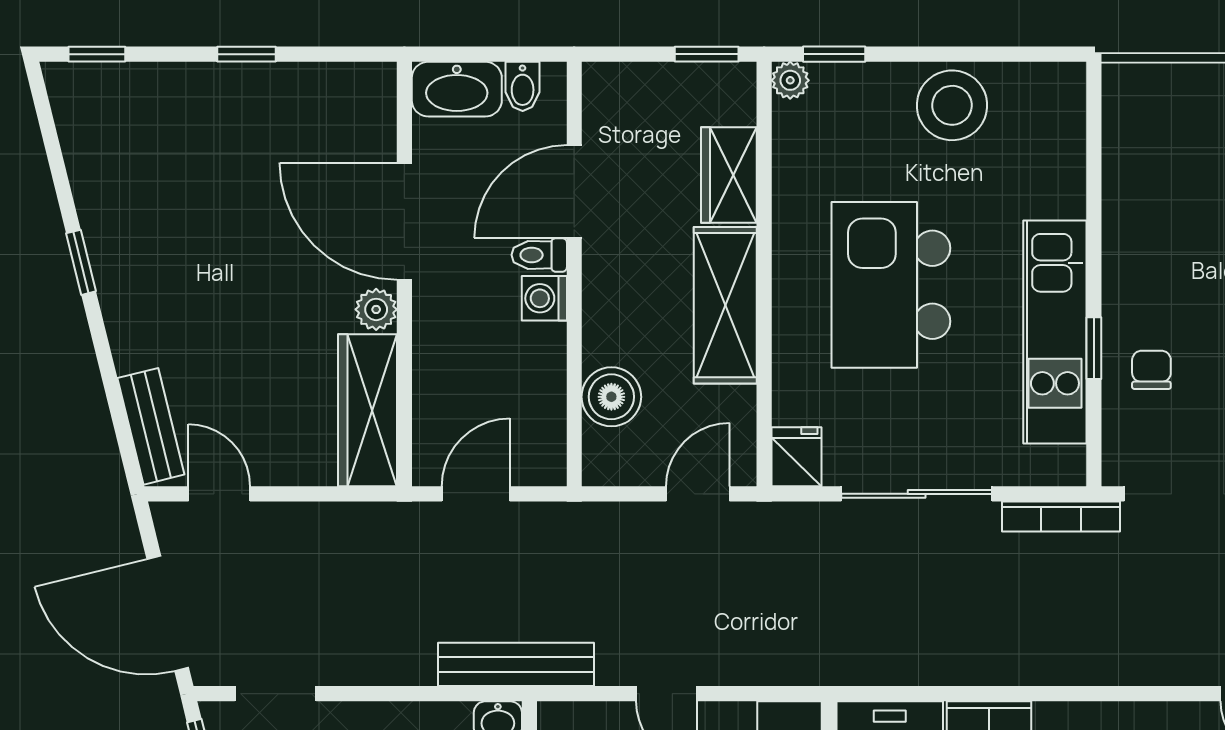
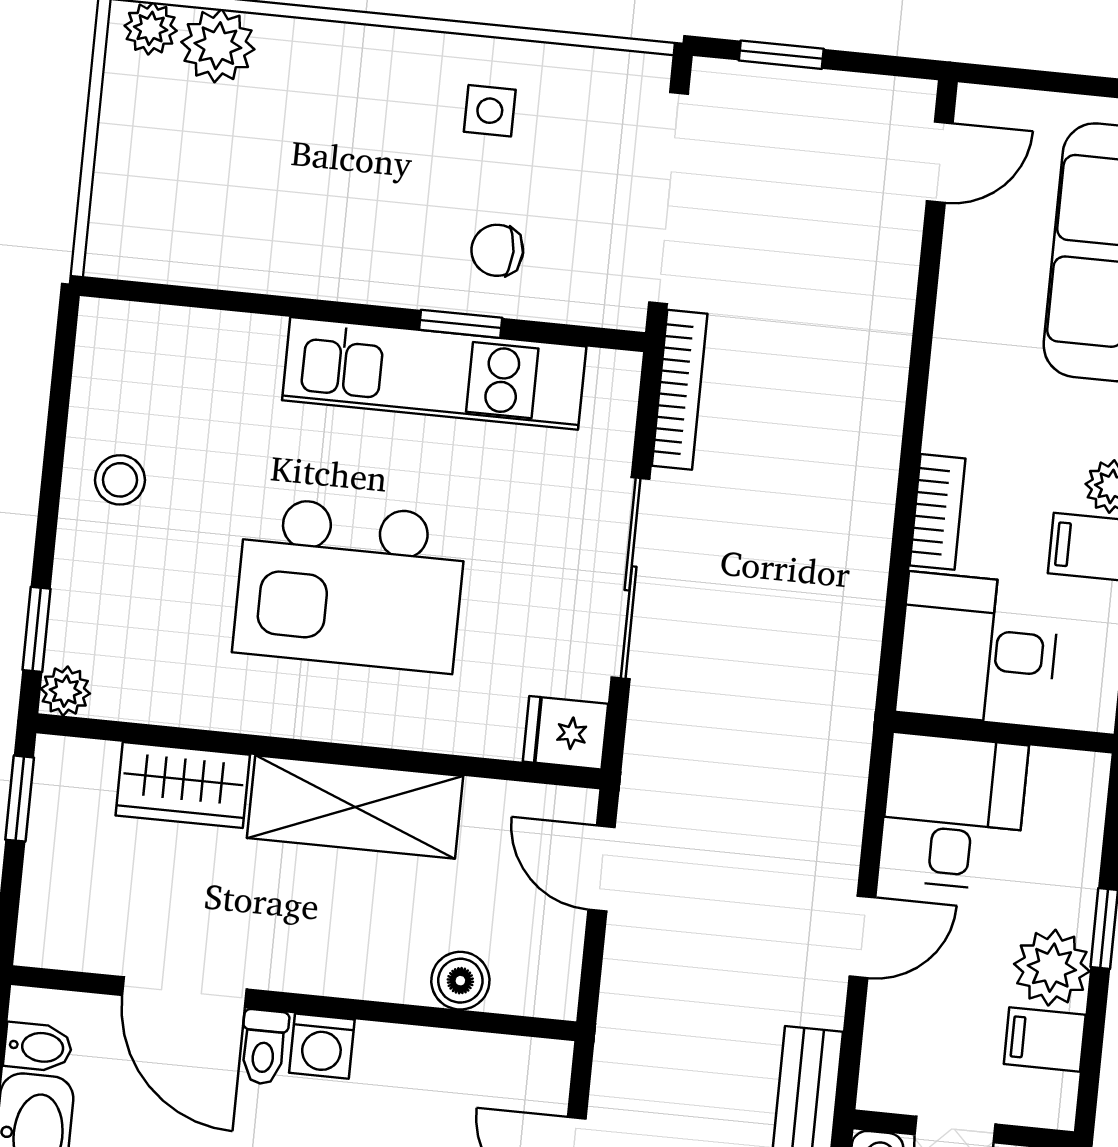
stool: (952, 105) -> (120, 480), width x0.53, depth x0.53
boiler: (611, 397) -> (460, 981), width x0.73, depth x0.73

